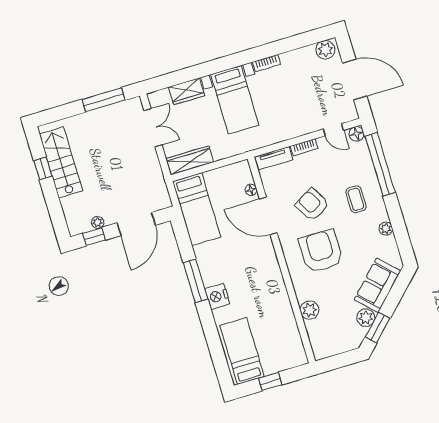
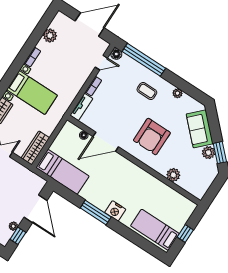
plant: (325, 50) -> (50, 36), moved
armchair: (312, 205) -> (125, 115), removed
armchair: (321, 251) -> (152, 137), turned -90

